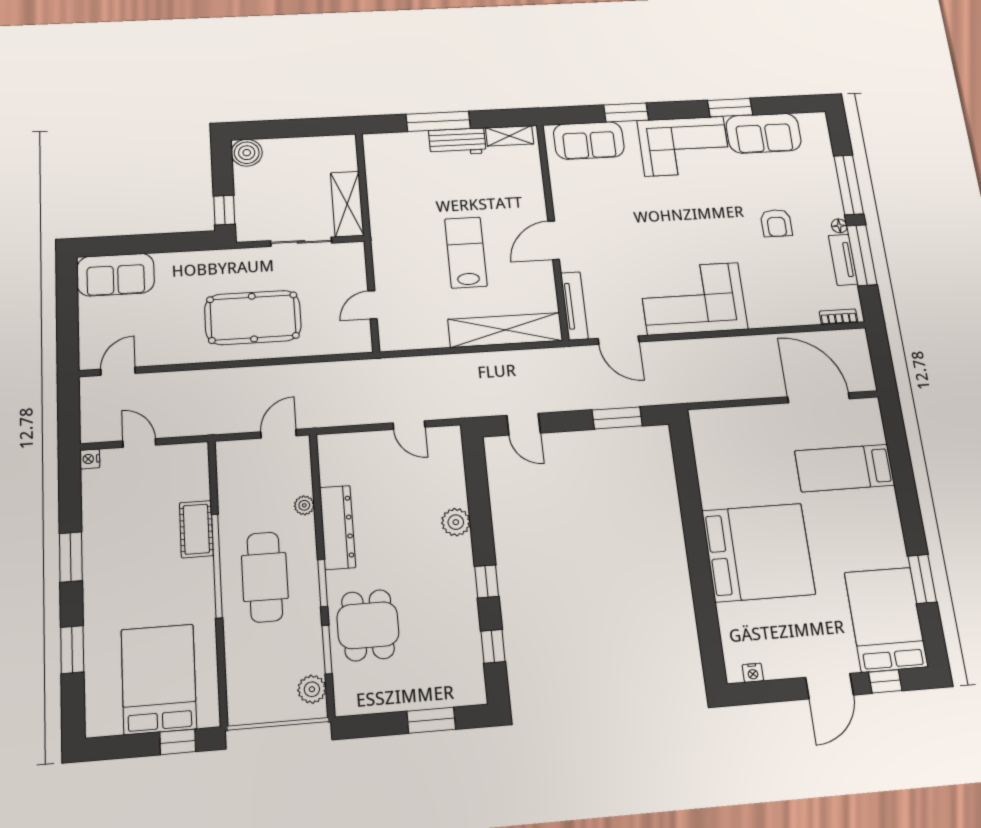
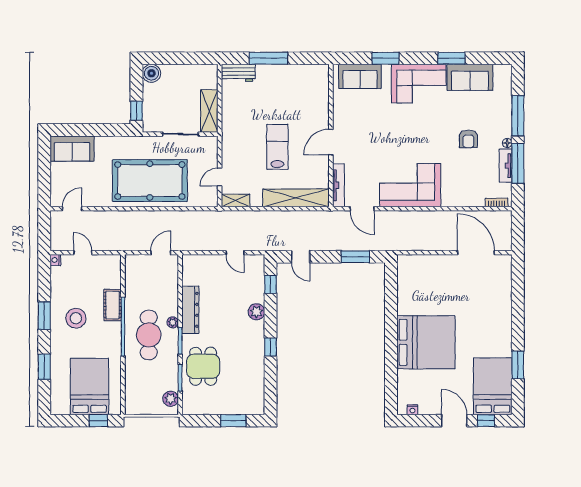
shelving: (510, 136) -> (236, 201), moved
workbench: (457, 142) -> (238, 73), moved
pool table: (253, 318) -> (150, 181), width x1.36, depth x1.32
bed: (845, 468) -> (484, 296), removed
plant: (304, 505) -> (173, 322), moved
stool: (130, 557) -> (76, 318), added
window: (493, 646) -> (271, 284), moved
door: (830, 686) -> (454, 421), swing flipped

